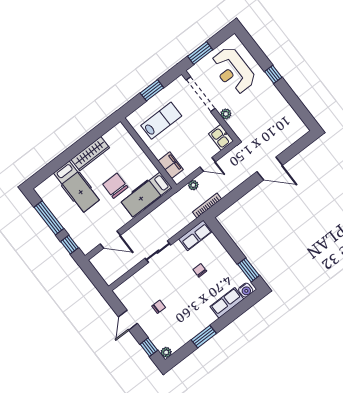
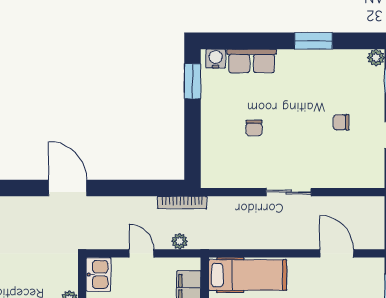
row of seats: (196, 235) -> (225, 176), removed

